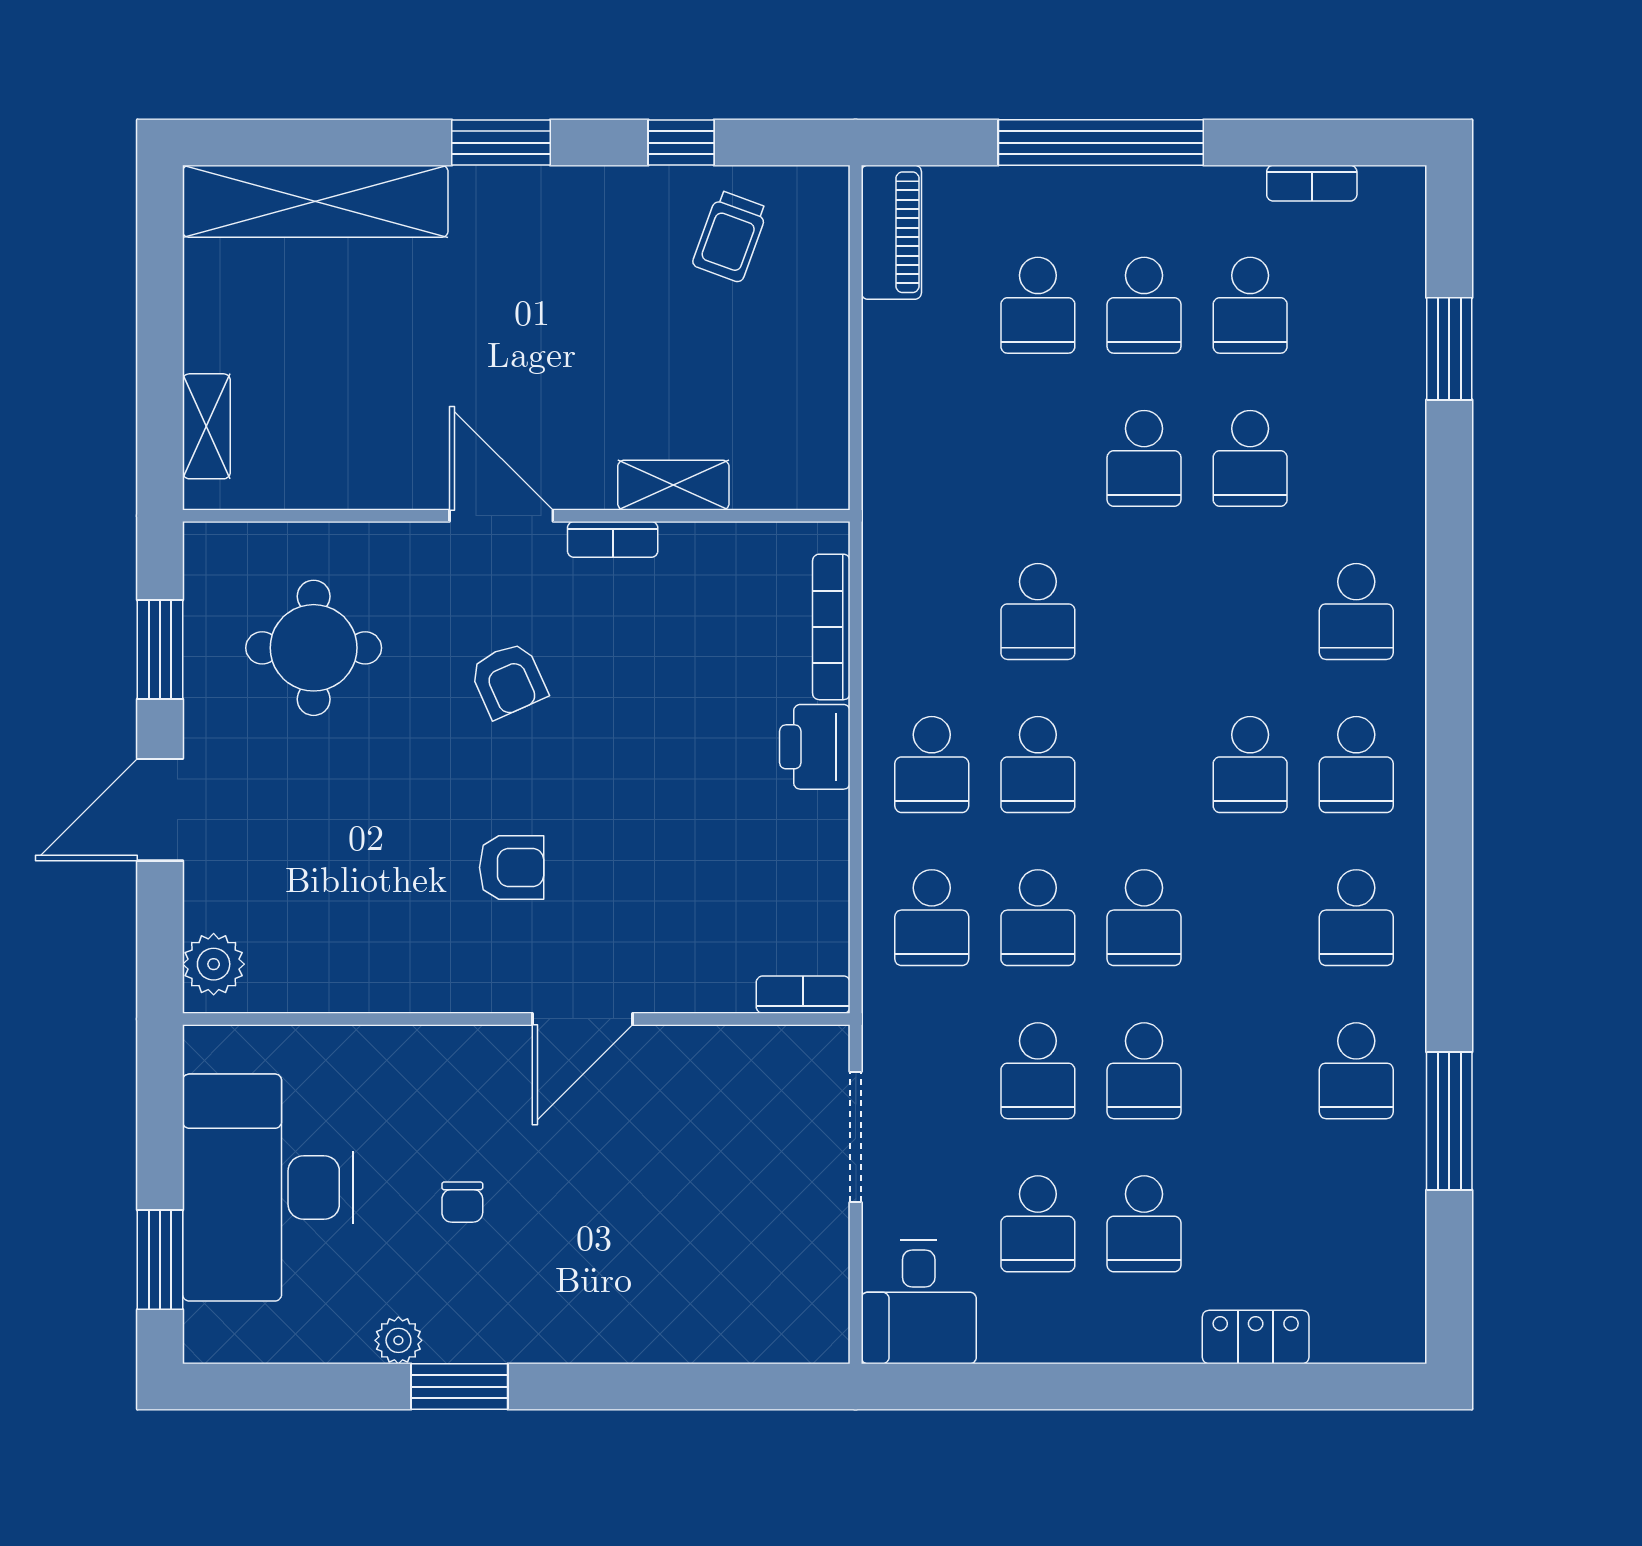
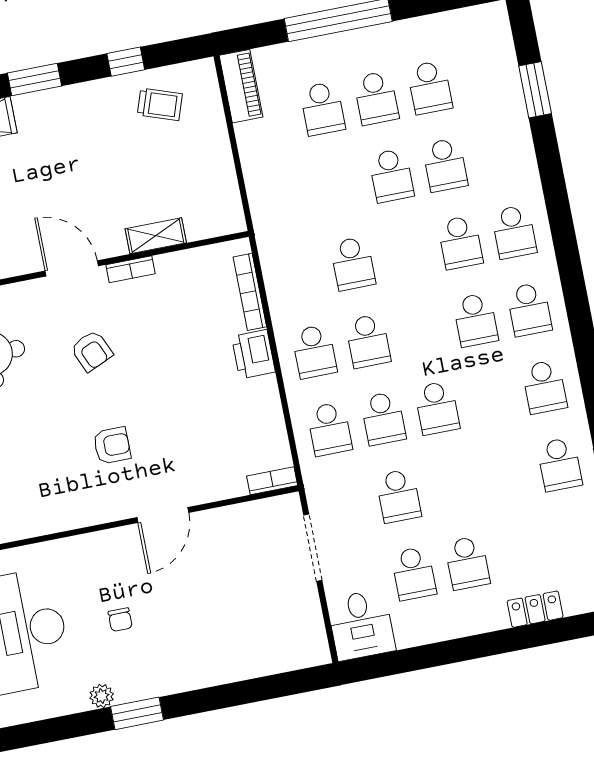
bookcase: (1312, 183) -> (449, 20), removed
trolley: (730, 236) -> (160, 104), turned -91
school desk: (1144, 1071) -> (460, 242), moved

